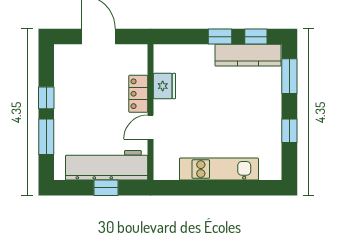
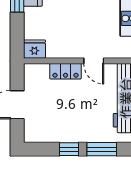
fridge: (164, 86) -> (34, 49), moved

